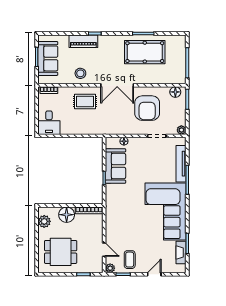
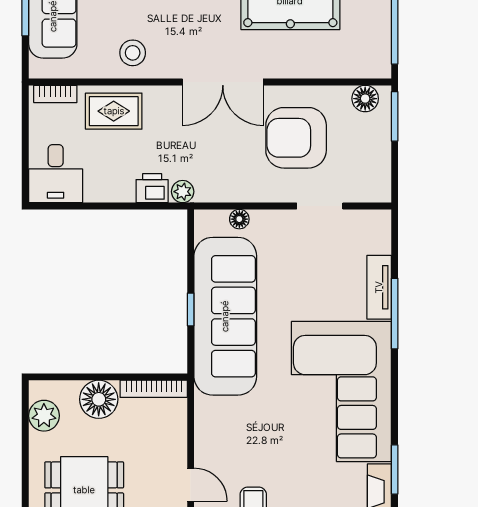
rug: (85, 101) -> (114, 111), moved
armchair: (147, 108) -> (296, 138), turned 90
printer: (88, 129) -> (152, 188), added
plant: (181, 130) -> (183, 192), moved
tv unit: (181, 164) -> (379, 287), width x0.71
sofa: (116, 166) -> (225, 316), width x1.85, depth x1.27

